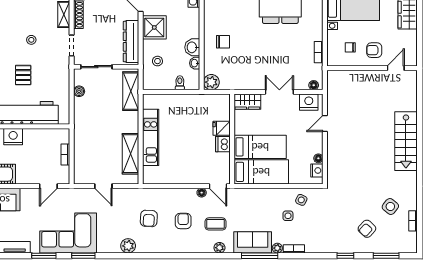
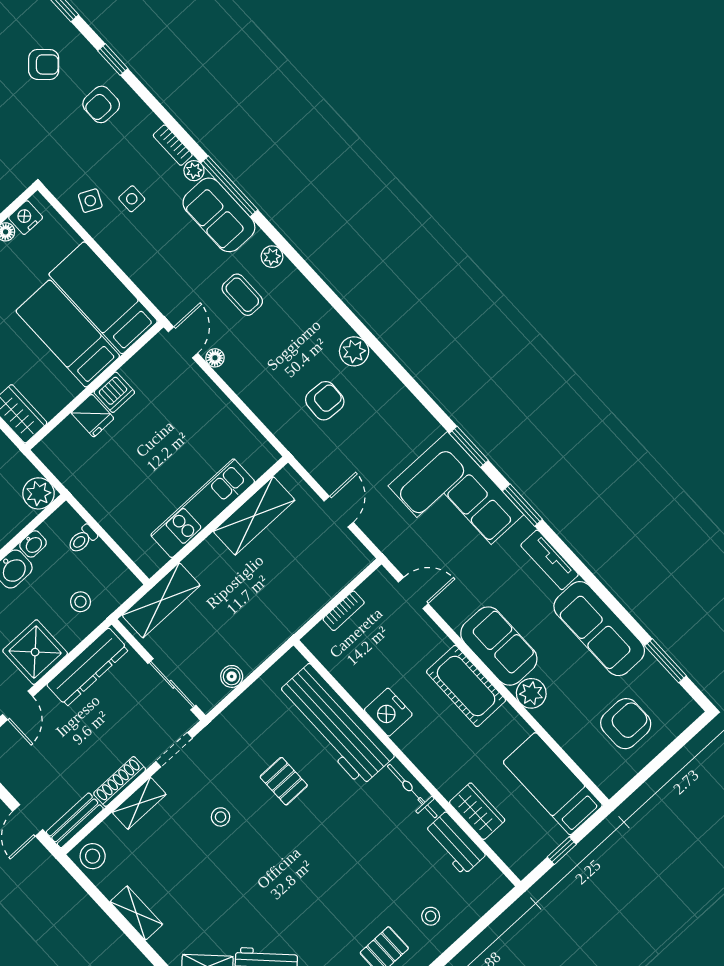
pallet: (23, 75) -> (284, 781), turned 90
armchair: (183, 221) -> (101, 104), moved
plant: (128, 246) -> (354, 351), moved

